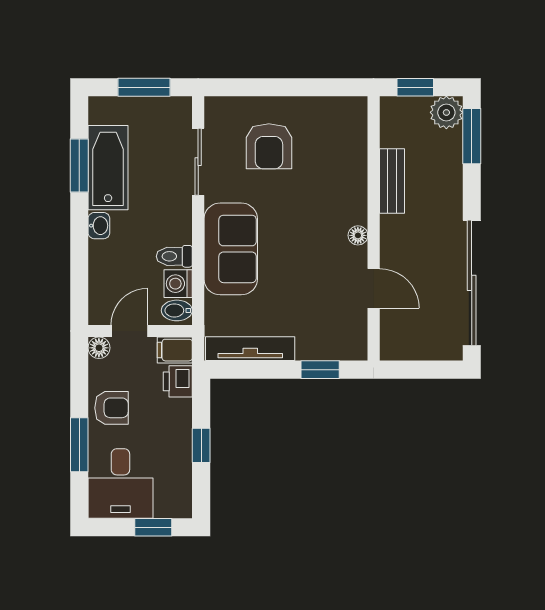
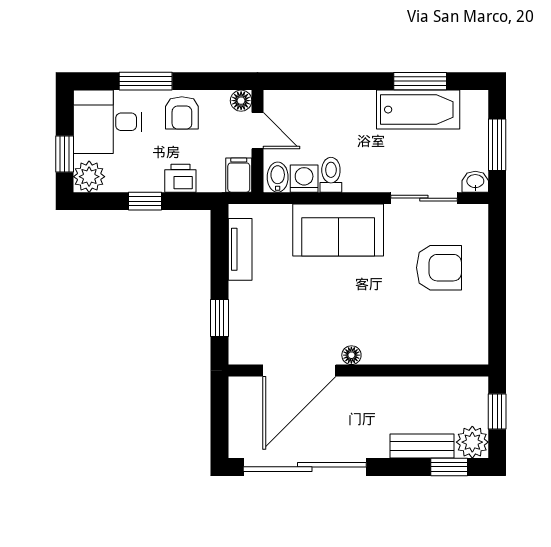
window: (472, 136) -> (449, 467), width x0.67
armchair: (269, 146) -> (439, 268), turned 180
bench: (392, 181) -> (422, 446), moved
washbasin: (99, 226) -> (475, 182), moved, turned 180
door: (374, 288) -> (299, 371), width x1.87
tv unit: (250, 349) -> (240, 249), width x0.71
printer: (178, 381) -> (180, 178), moved
plant: (176, 502) -> (89, 177), added

